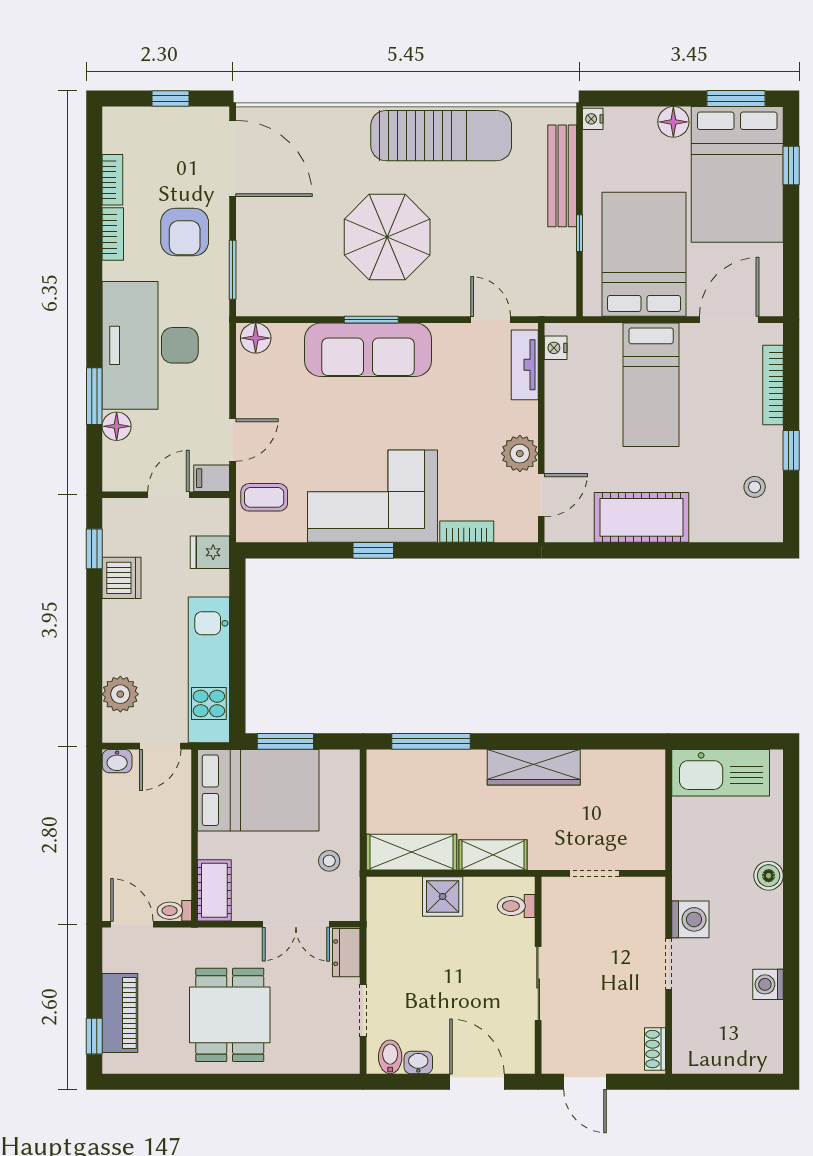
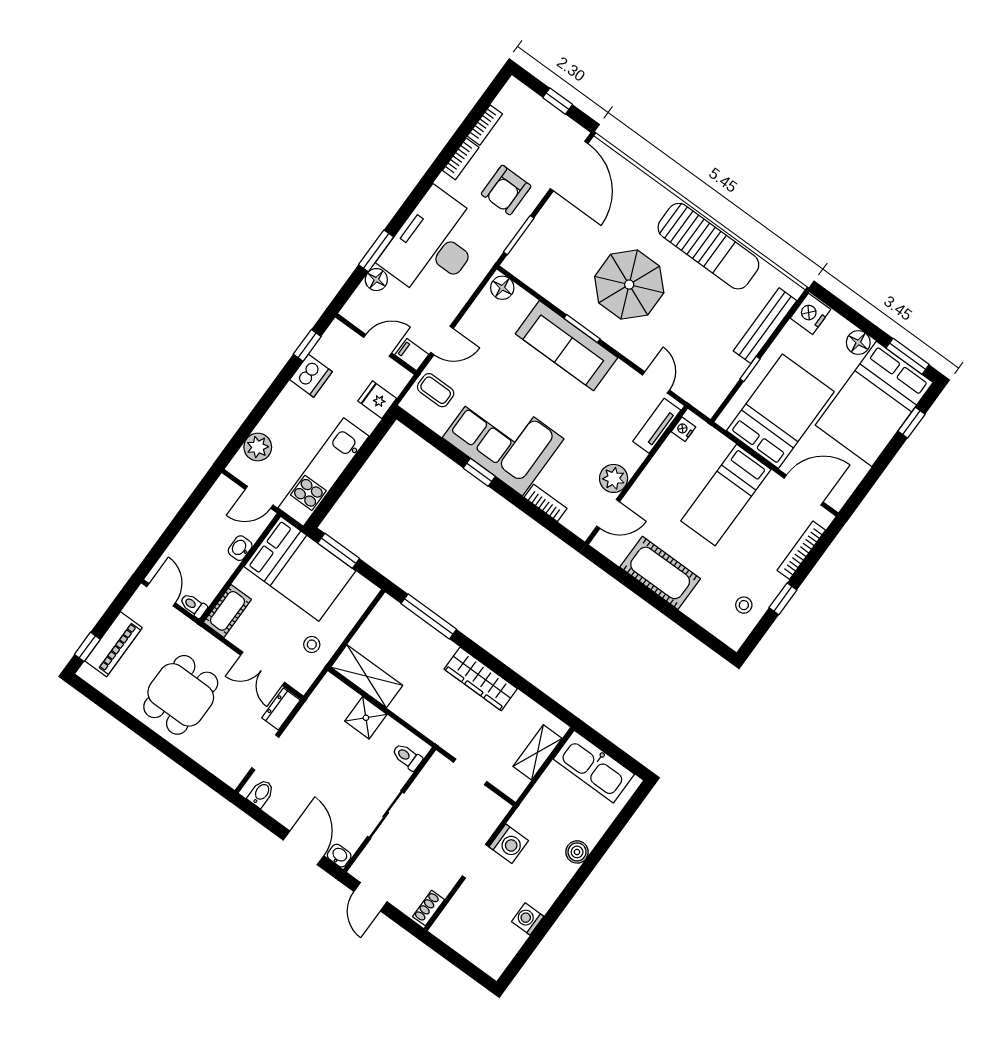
nightstand: (593, 119) -> (810, 314), width x1.89, depth x1.79
washbasin: (117, 761) -> (240, 548), moved, turned 90
shelving: (493, 855) -> (537, 752), moved, turned 90
washbasin: (418, 1062) -> (339, 856), moved

